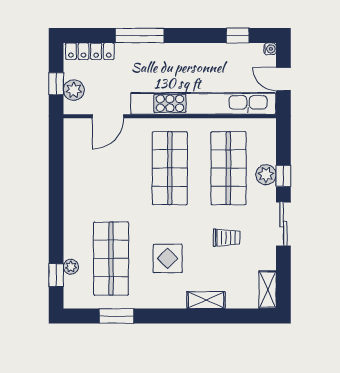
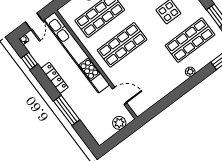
locker: (90, 51) -> (55, 78), moved
window: (56, 84) -> (123, 134), removed
plant: (71, 267) -> (190, 72), moved

